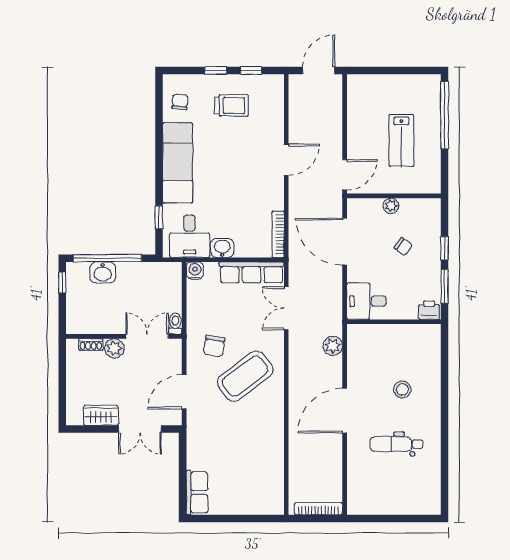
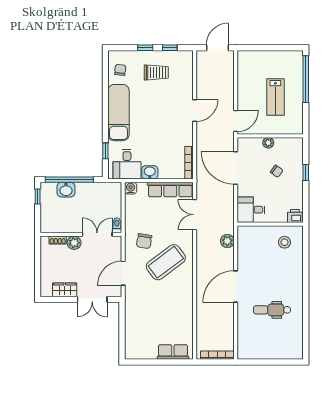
window: (445, 286) -> (306, 199), removed
stool: (402, 389) -> (285, 242), moved
row of seats: (197, 493) -> (173, 352), moved, turned -90

